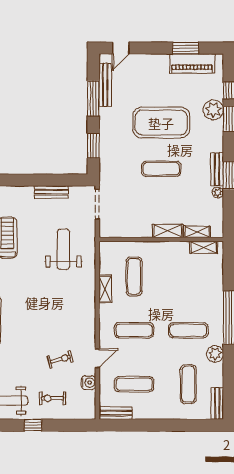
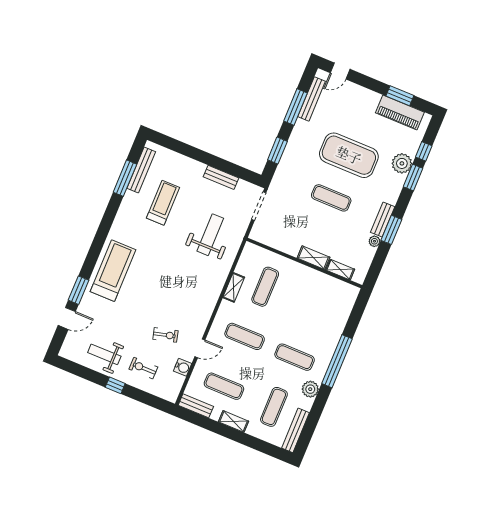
shelving: (204, 247) -> (233, 421), moved
bench: (217, 403) -> (296, 430), width x1.36

